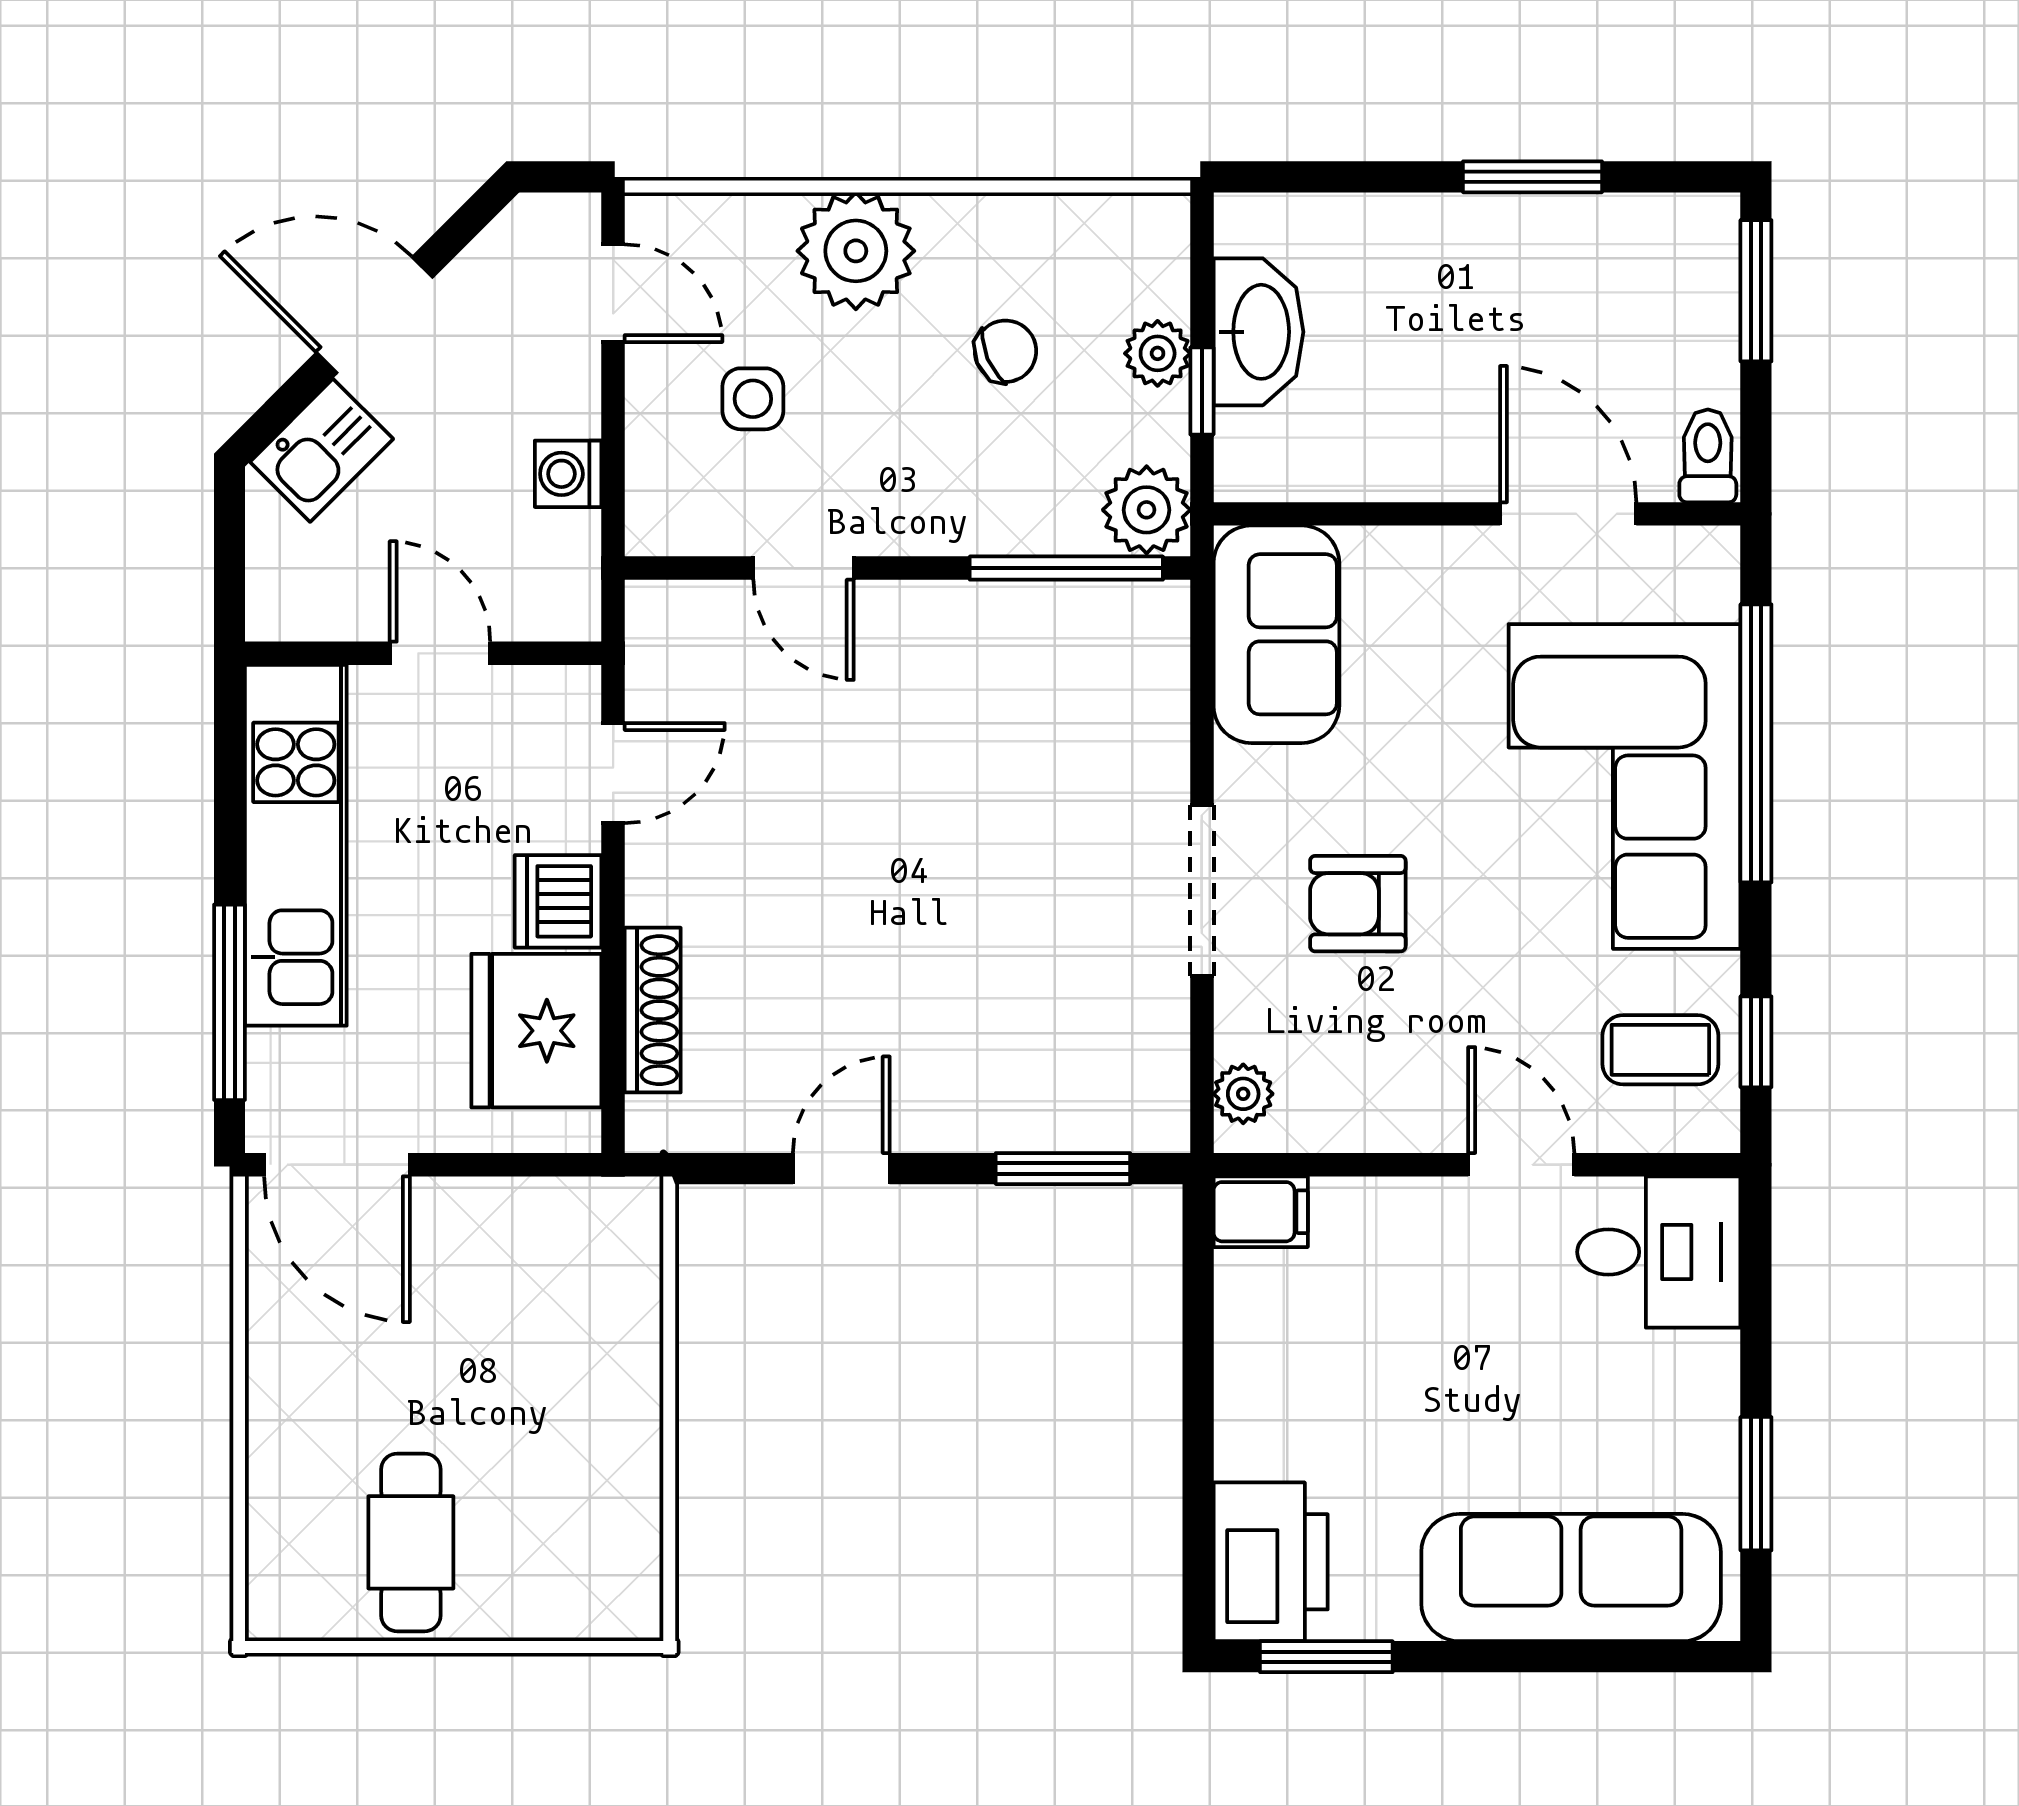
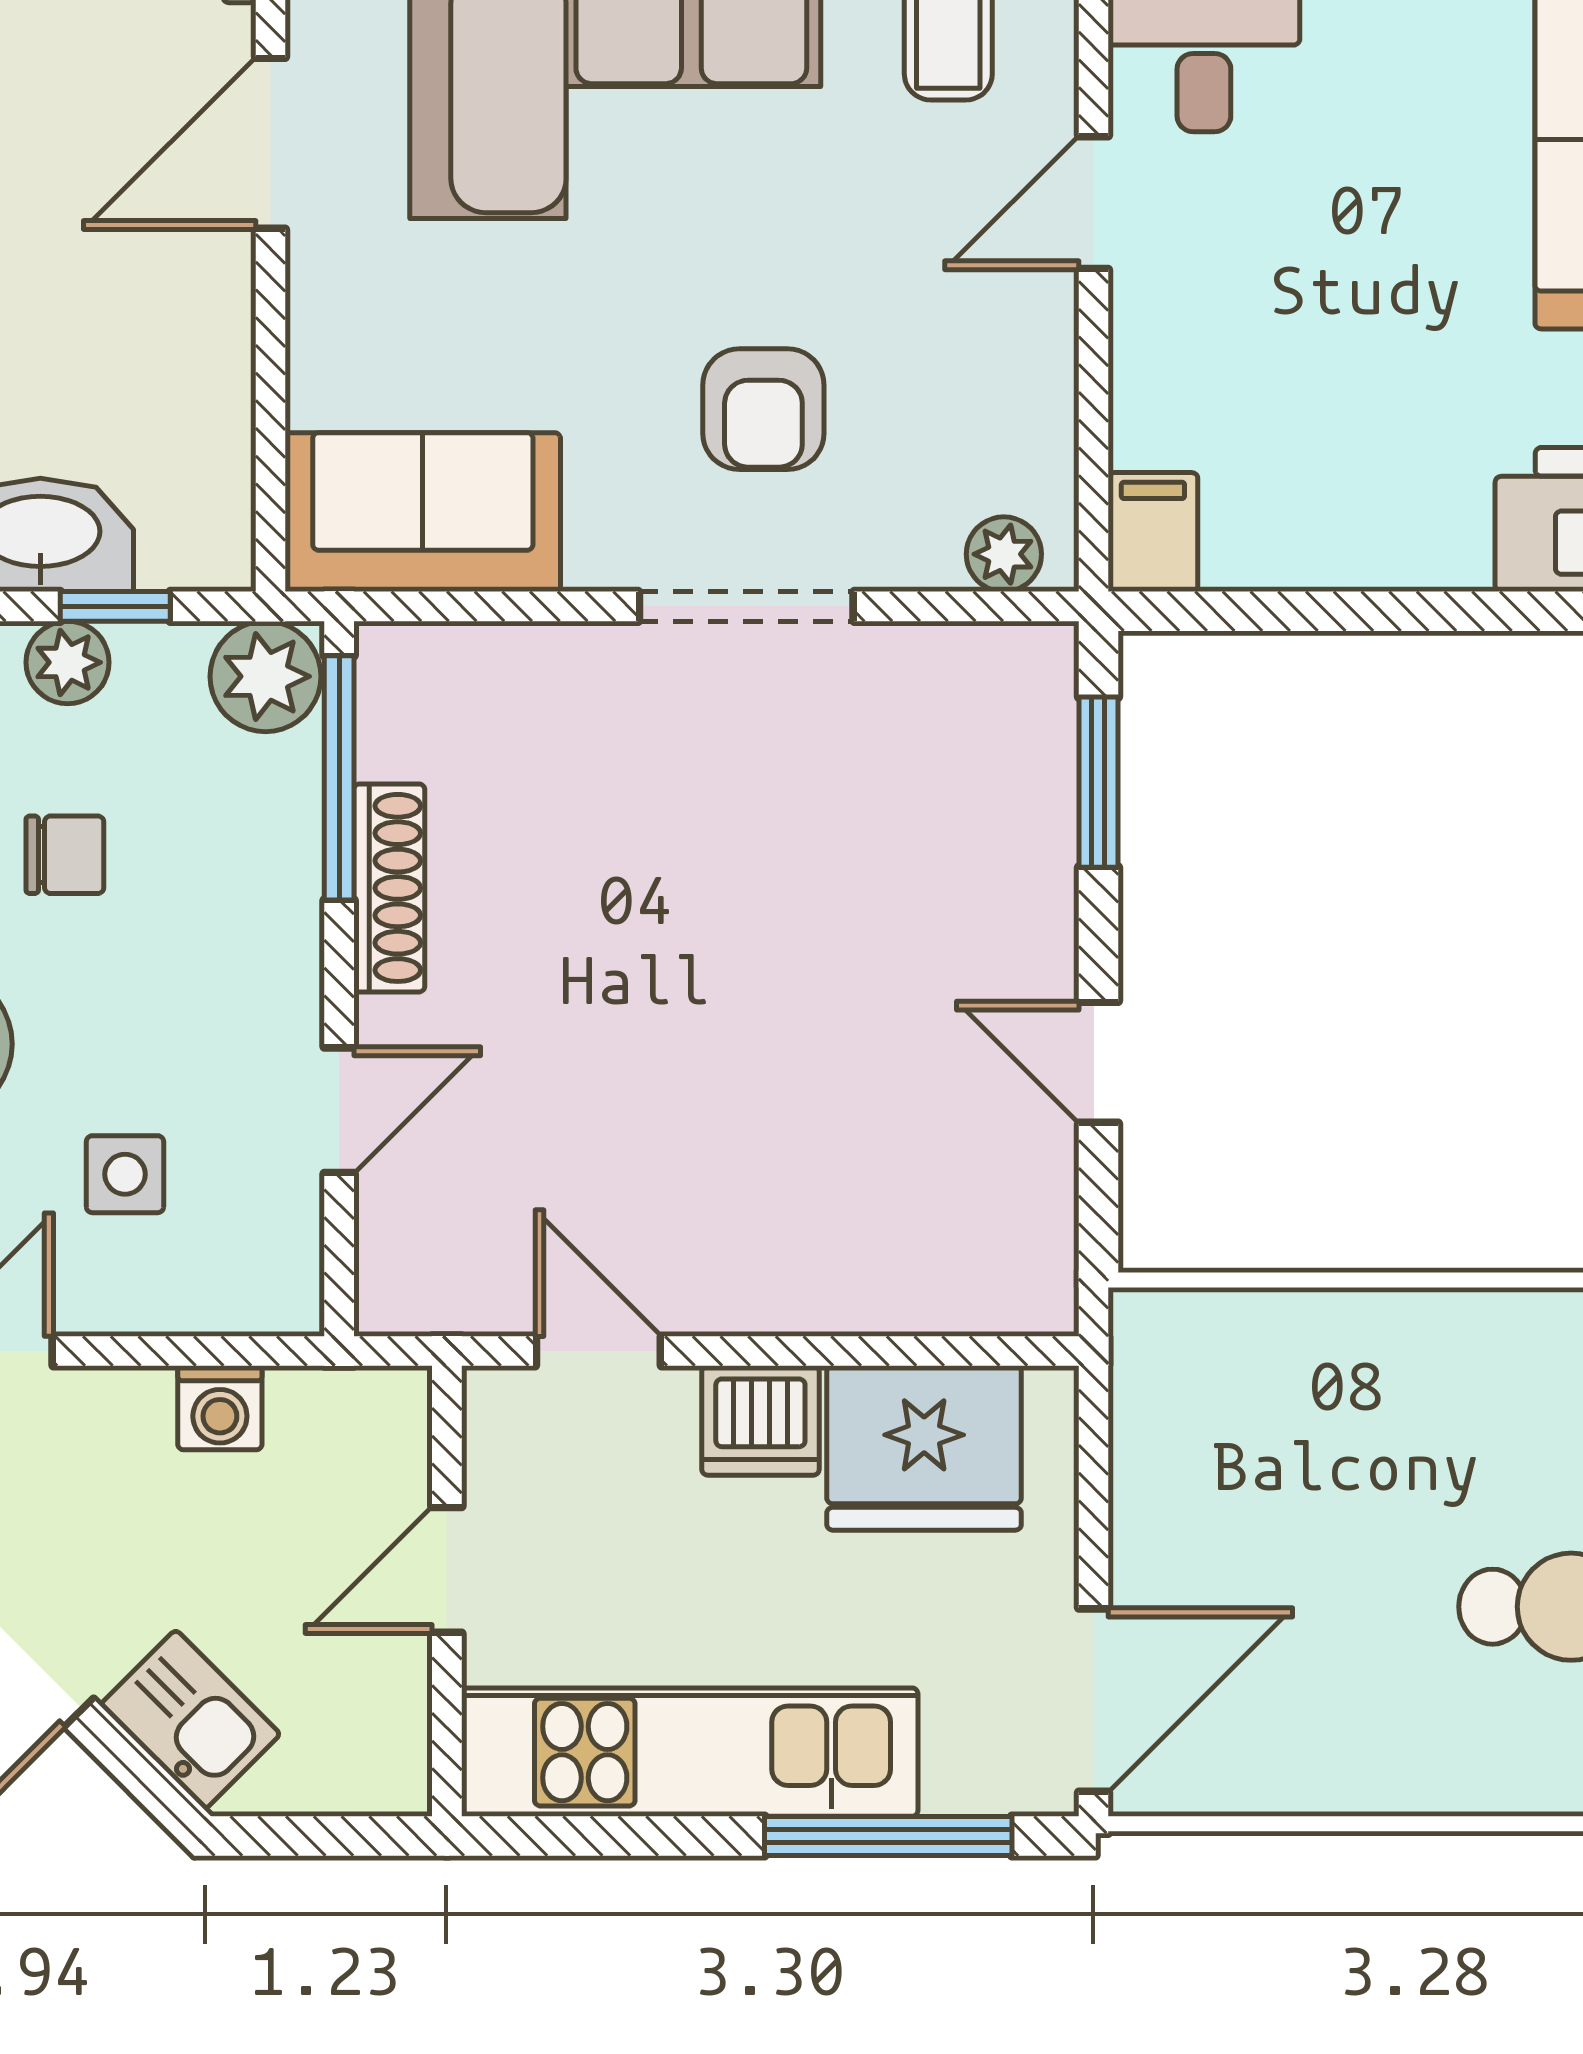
chair: (1005, 351) -> (65, 855), turned 113
shoe rack: (653, 1010) -> (389, 888), moved, turned 90

